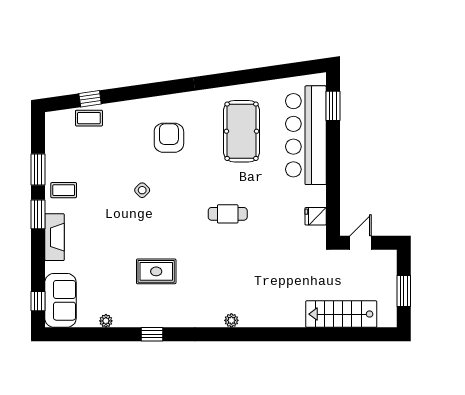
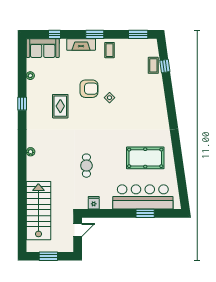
window: (333, 106) -> (145, 213), moved
armchair: (169, 138) -> (89, 89), moved
window: (38, 169) -> (138, 34), moved
cafe table: (228, 214) -> (86, 166), moved
door: (360, 243) -> (78, 230), hinge flipped
window: (38, 301) -> (54, 34), moved
stairs: (341, 314) -> (38, 211), width x1.36, depth x1.51

